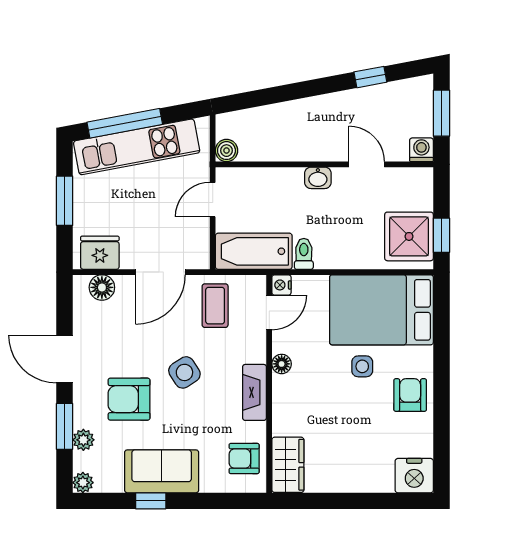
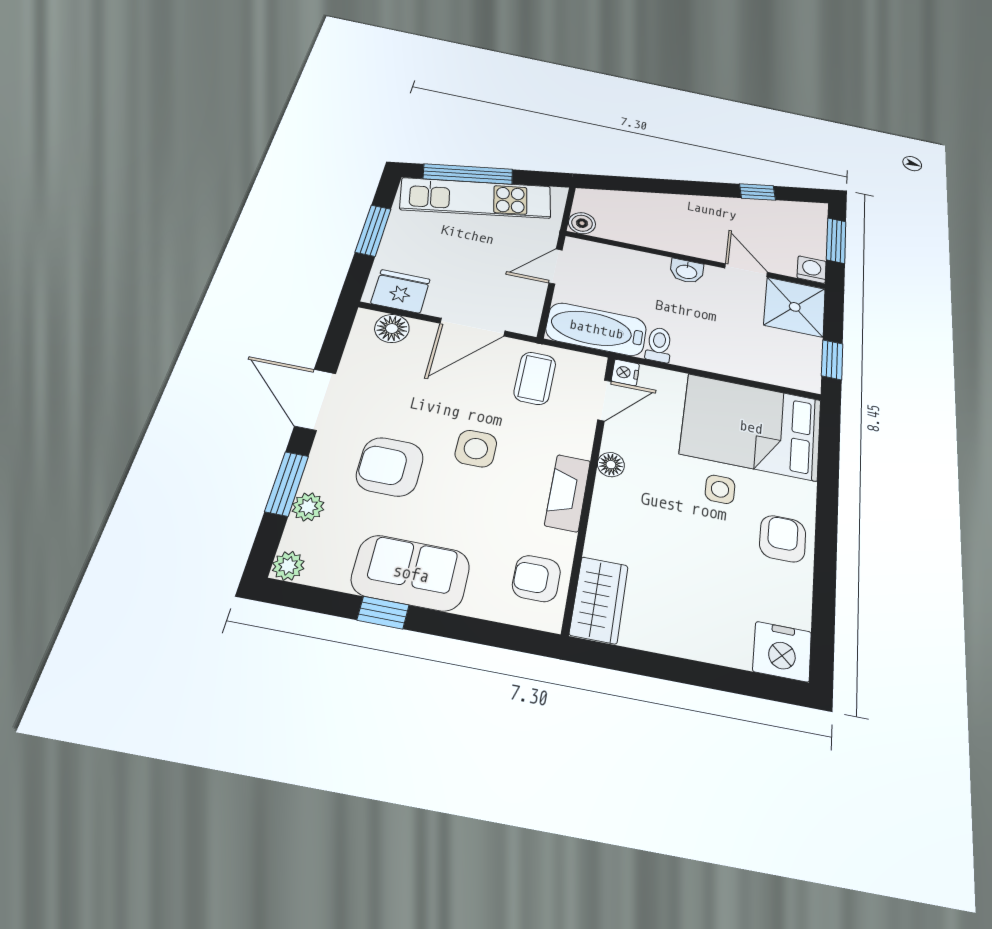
shower: (409, 236) -> (795, 307), moved
side table: (184, 372) -> (476, 449), turned 33

